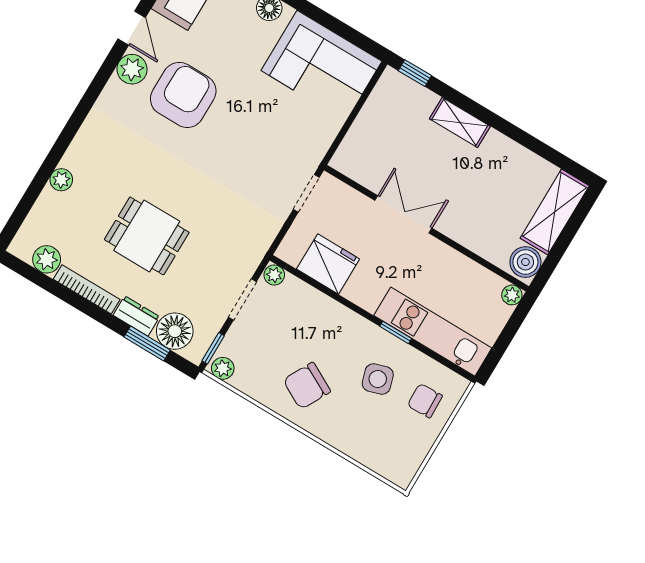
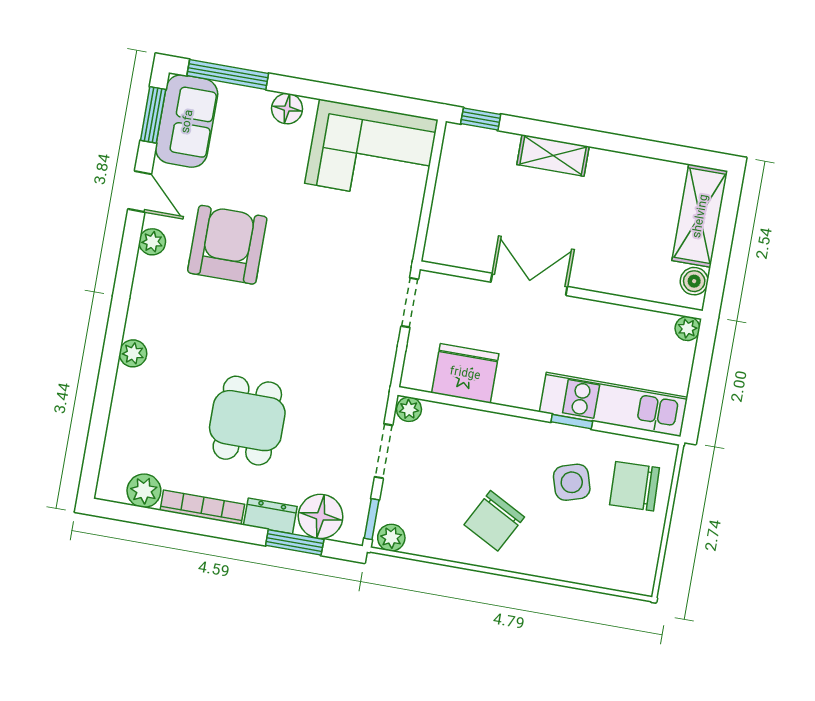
plant: (132, 69) -> (152, 242), width x0.73, depth x0.73
plant: (61, 180) -> (133, 353), moved
dining table: (147, 236) -> (247, 421), turned 90
boiler: (525, 262) -> (694, 281), width x0.73, depth x0.73
chair: (425, 401) -> (635, 486), width x1.37, depth x1.37

